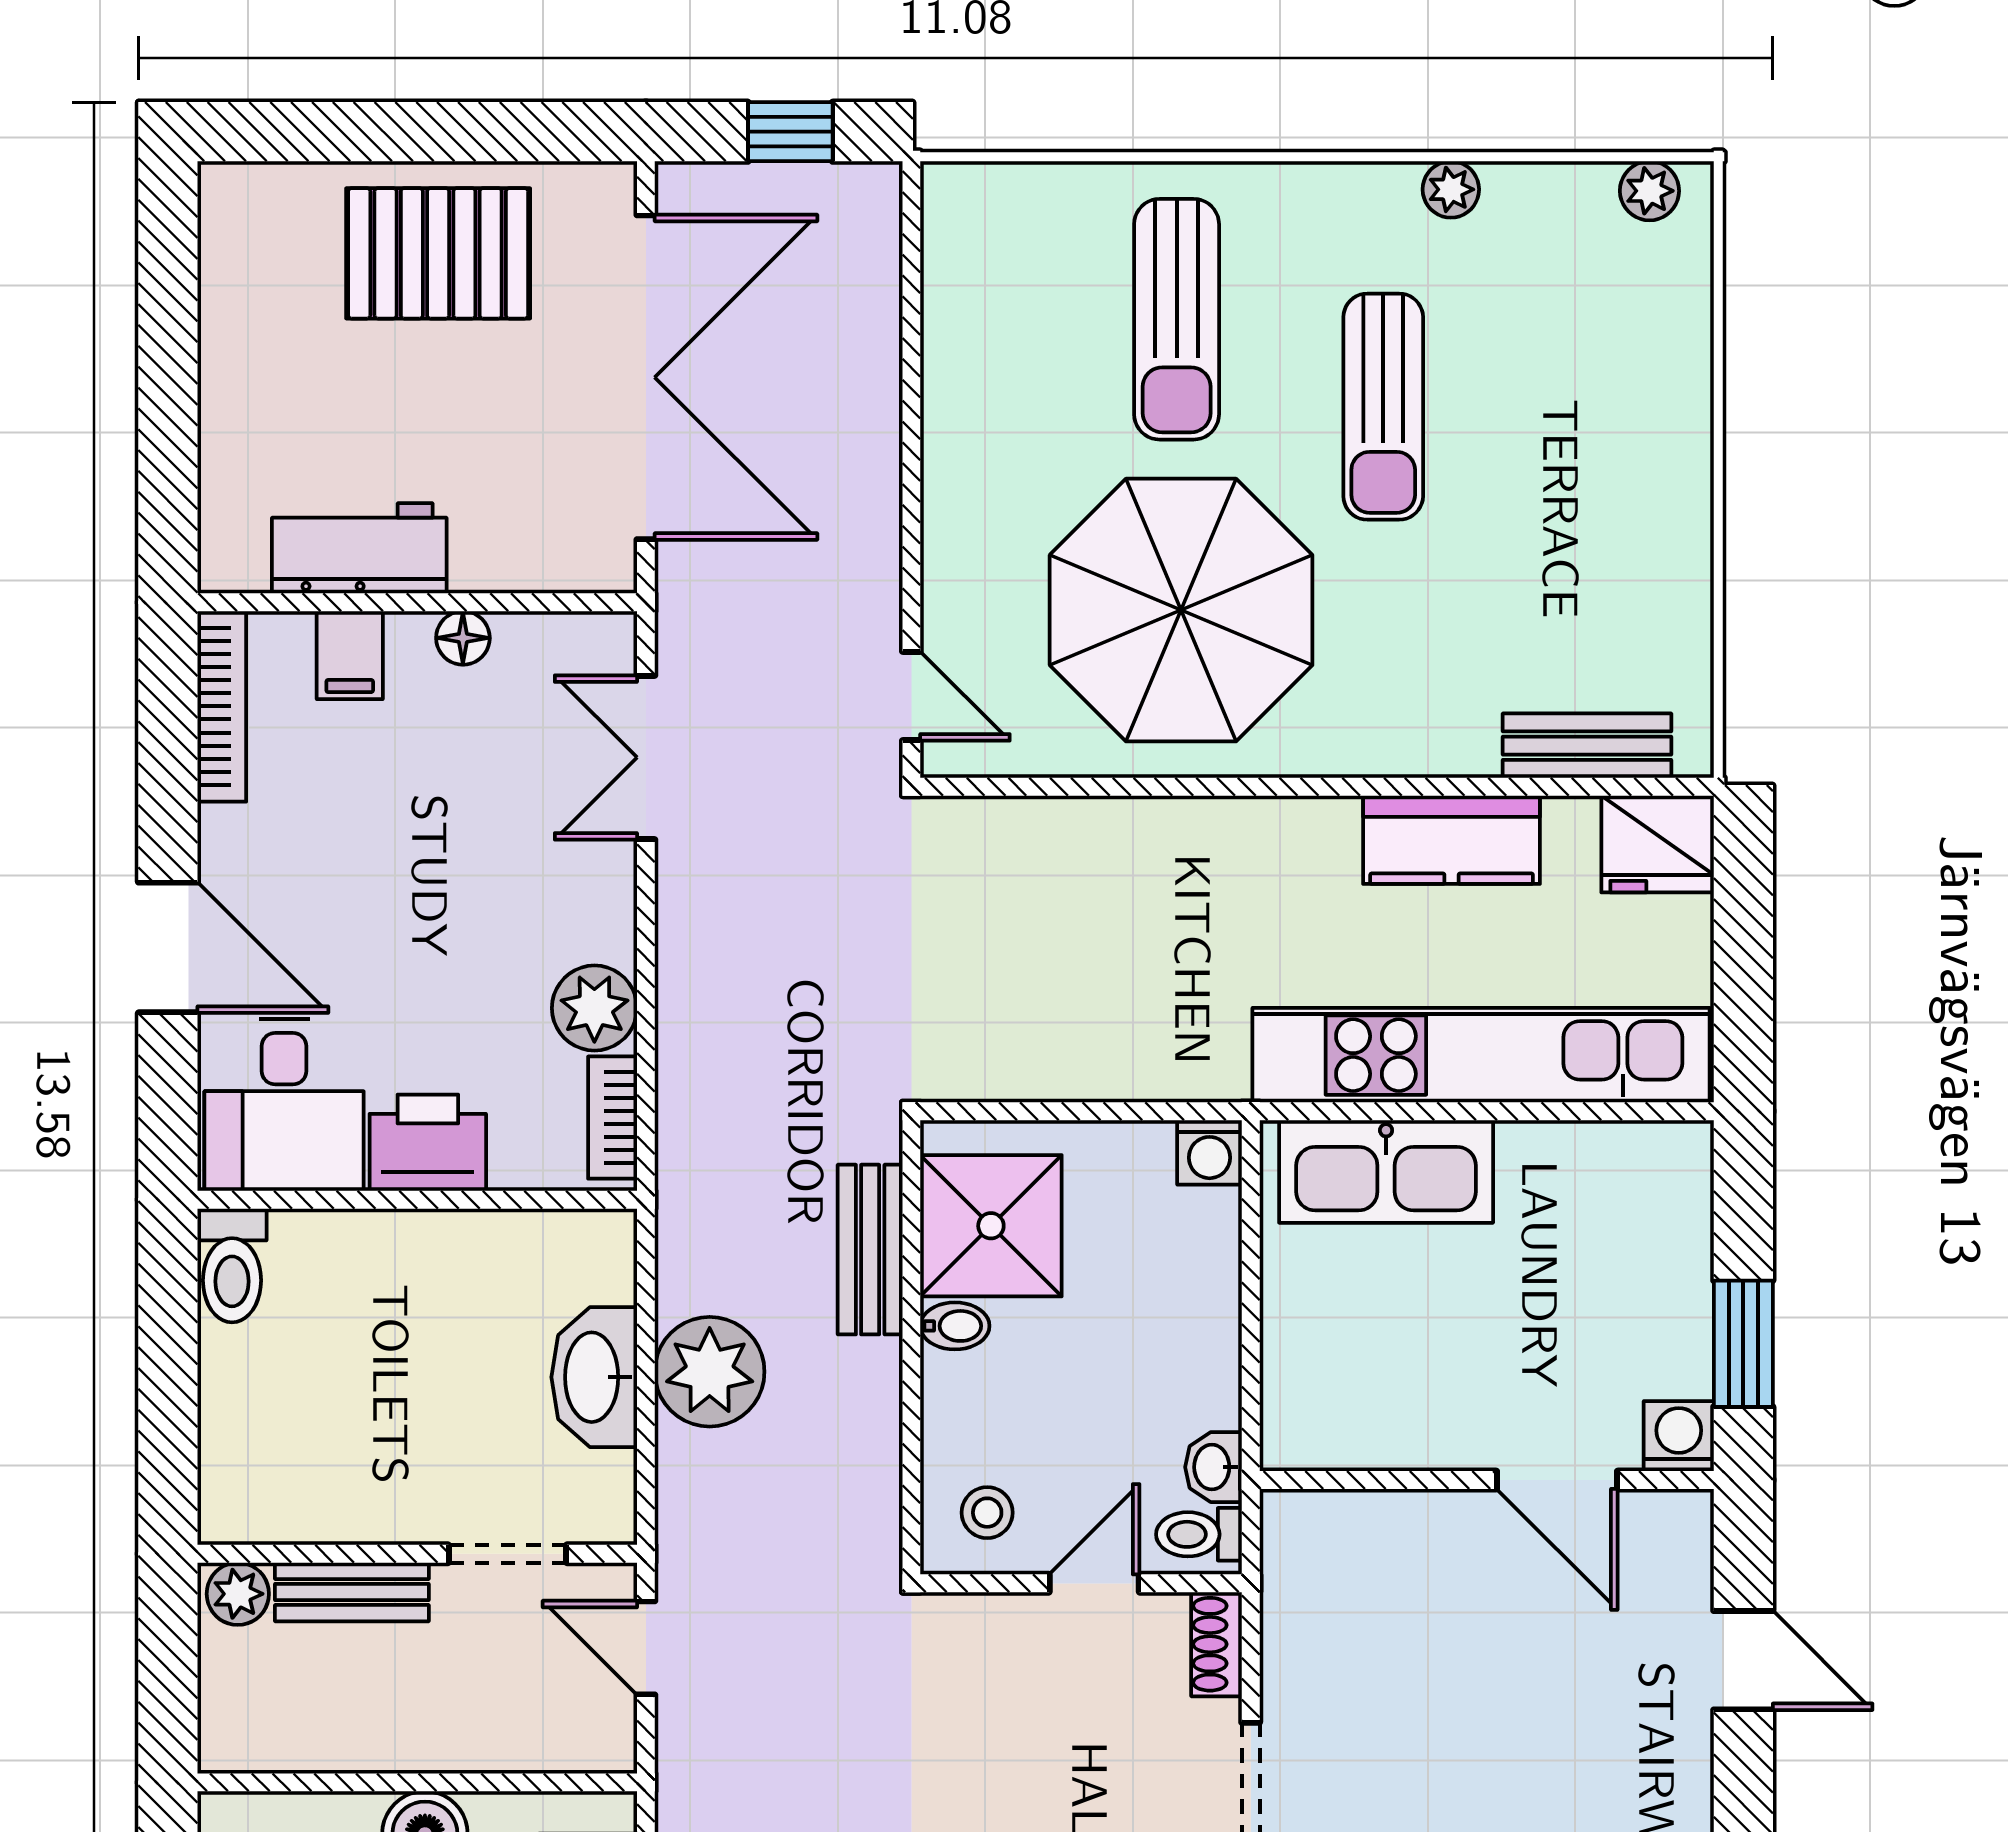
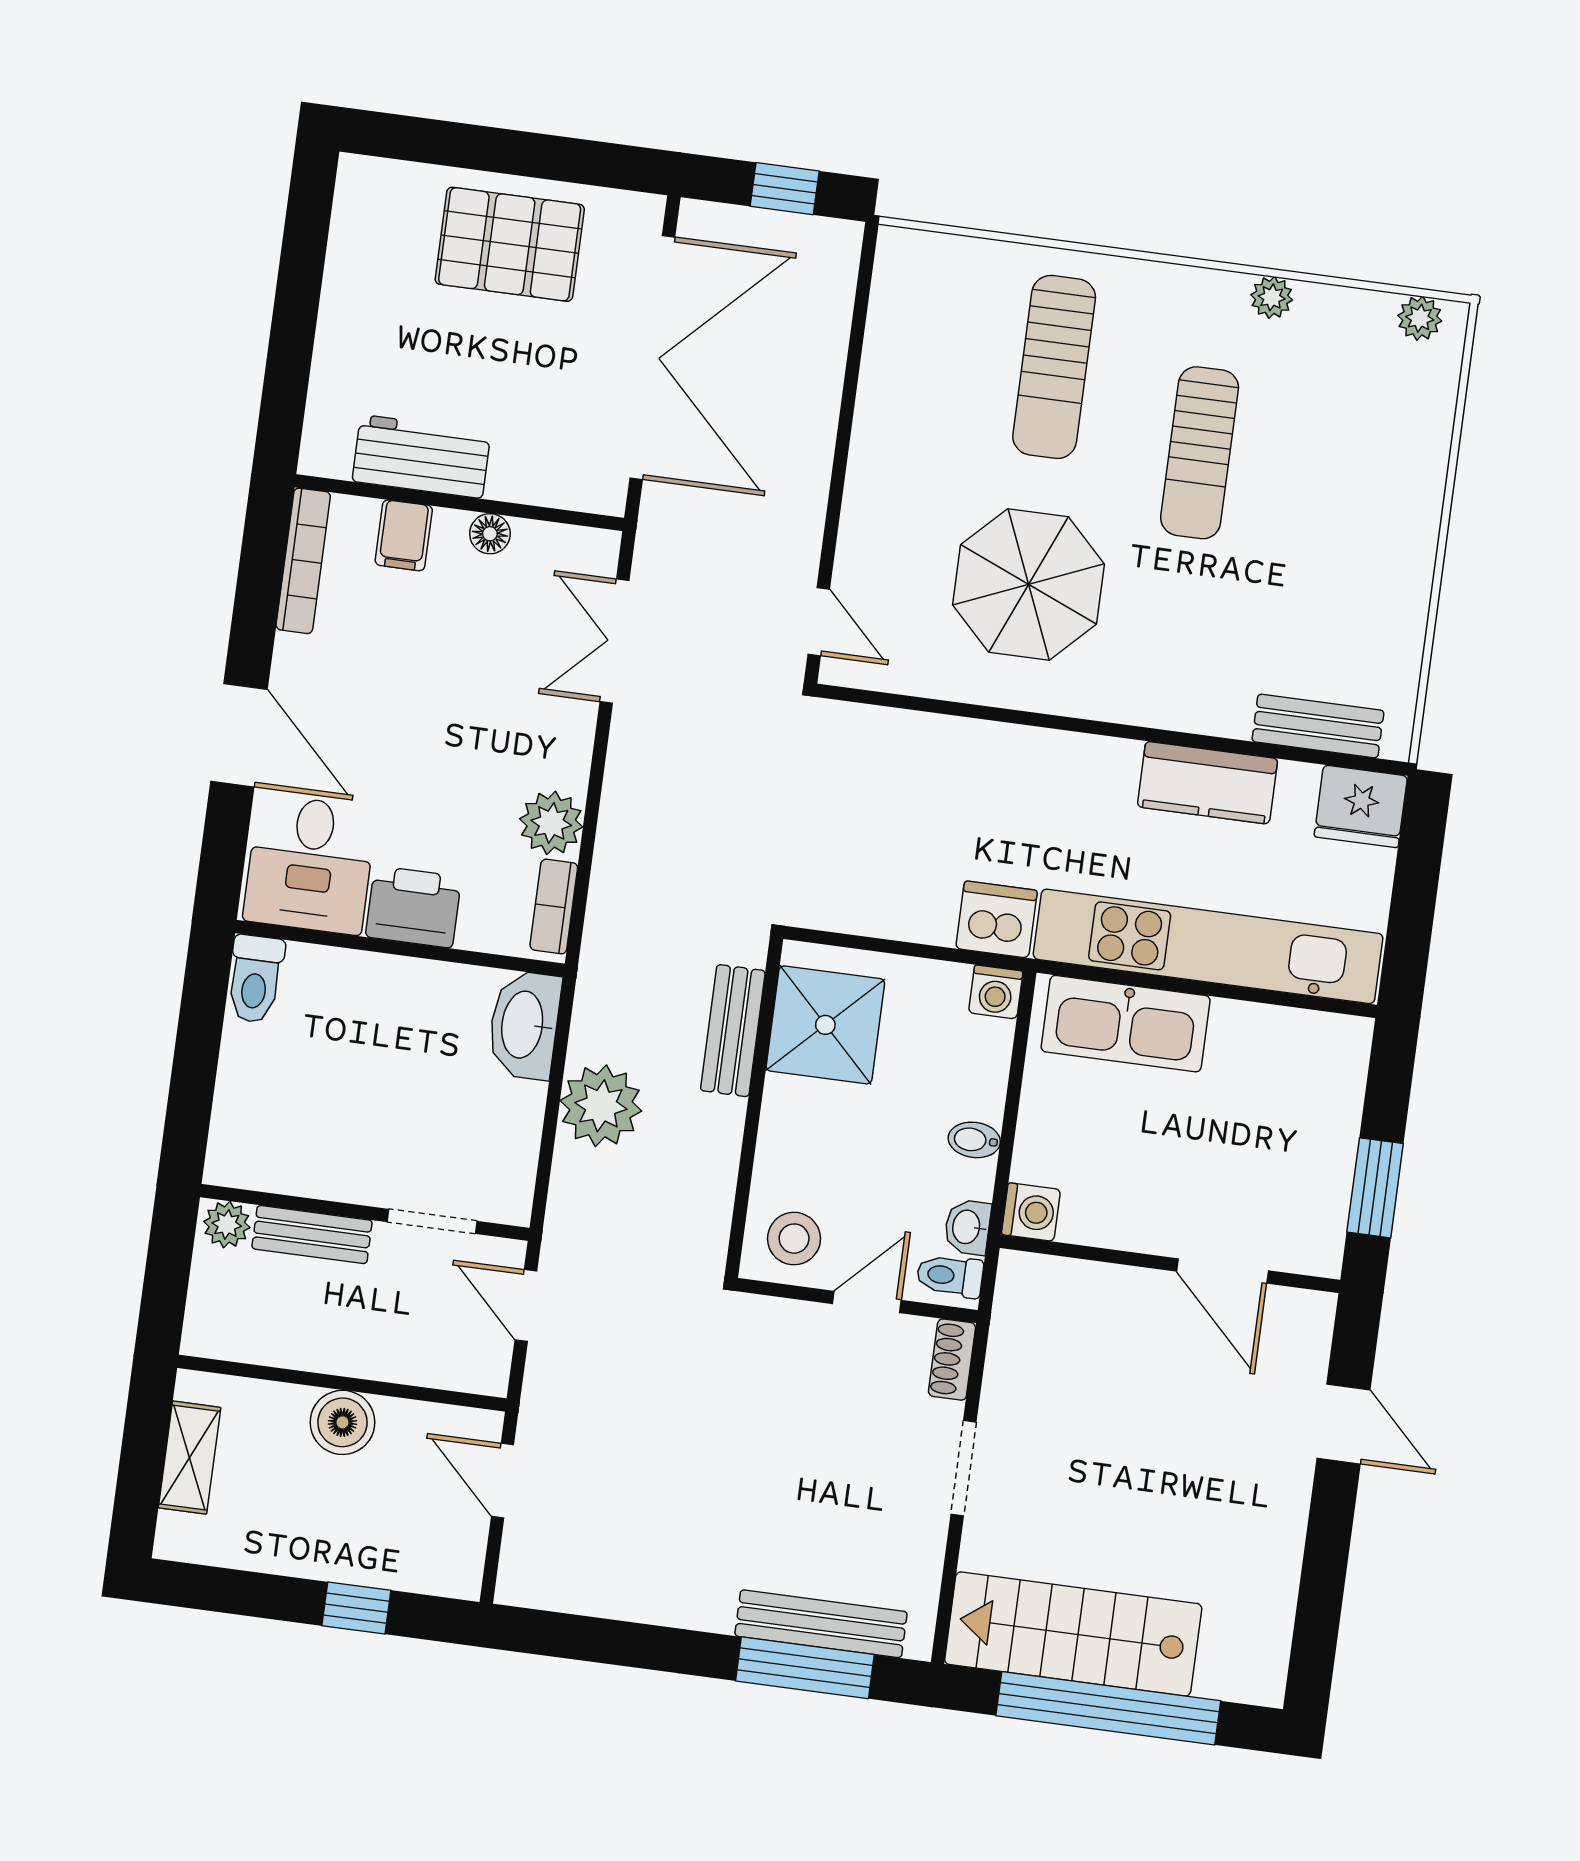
parasol: (1181, 610) -> (1028, 584), width x0.73, depth x0.73
dishwasher: (1198, 1057) -> (997, 919), added
bidet: (955, 1326) -> (974, 1140), moved, turned 180
washbasin: (594, 1377) -> (524, 1025), moved
washing machine: (1679, 1436) -> (1031, 1212), moved, turned 90
stool: (987, 1513) -> (794, 1239), width x1.37, depth x1.37

